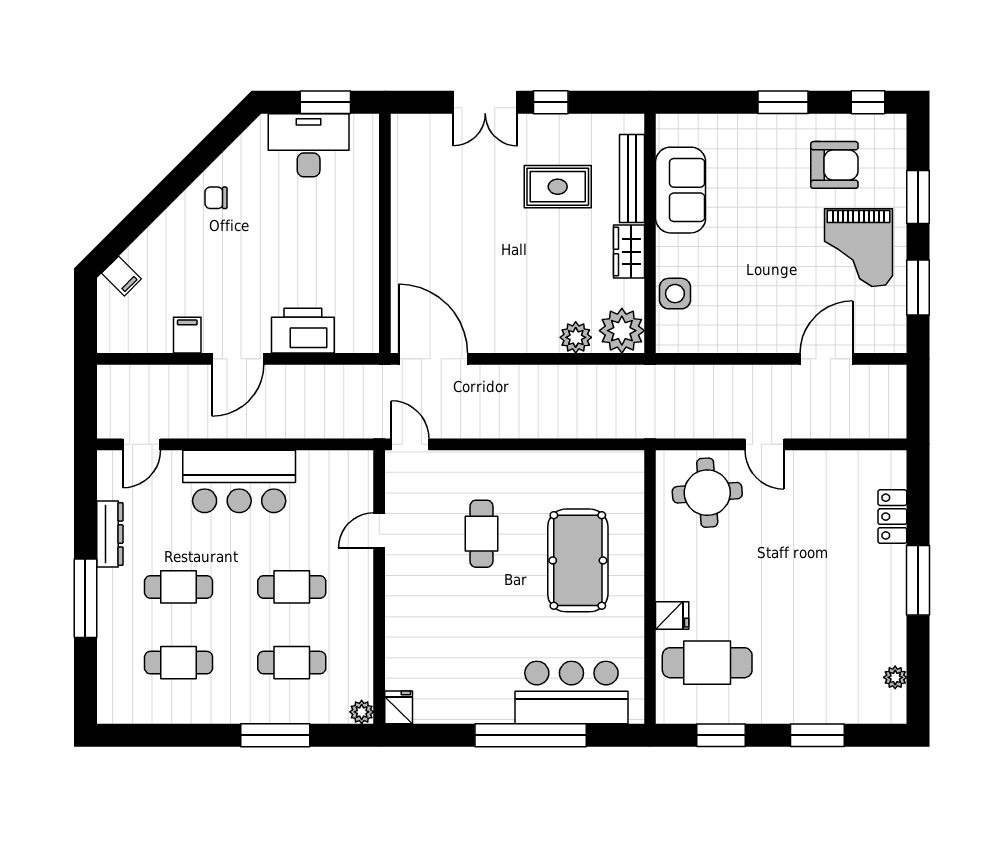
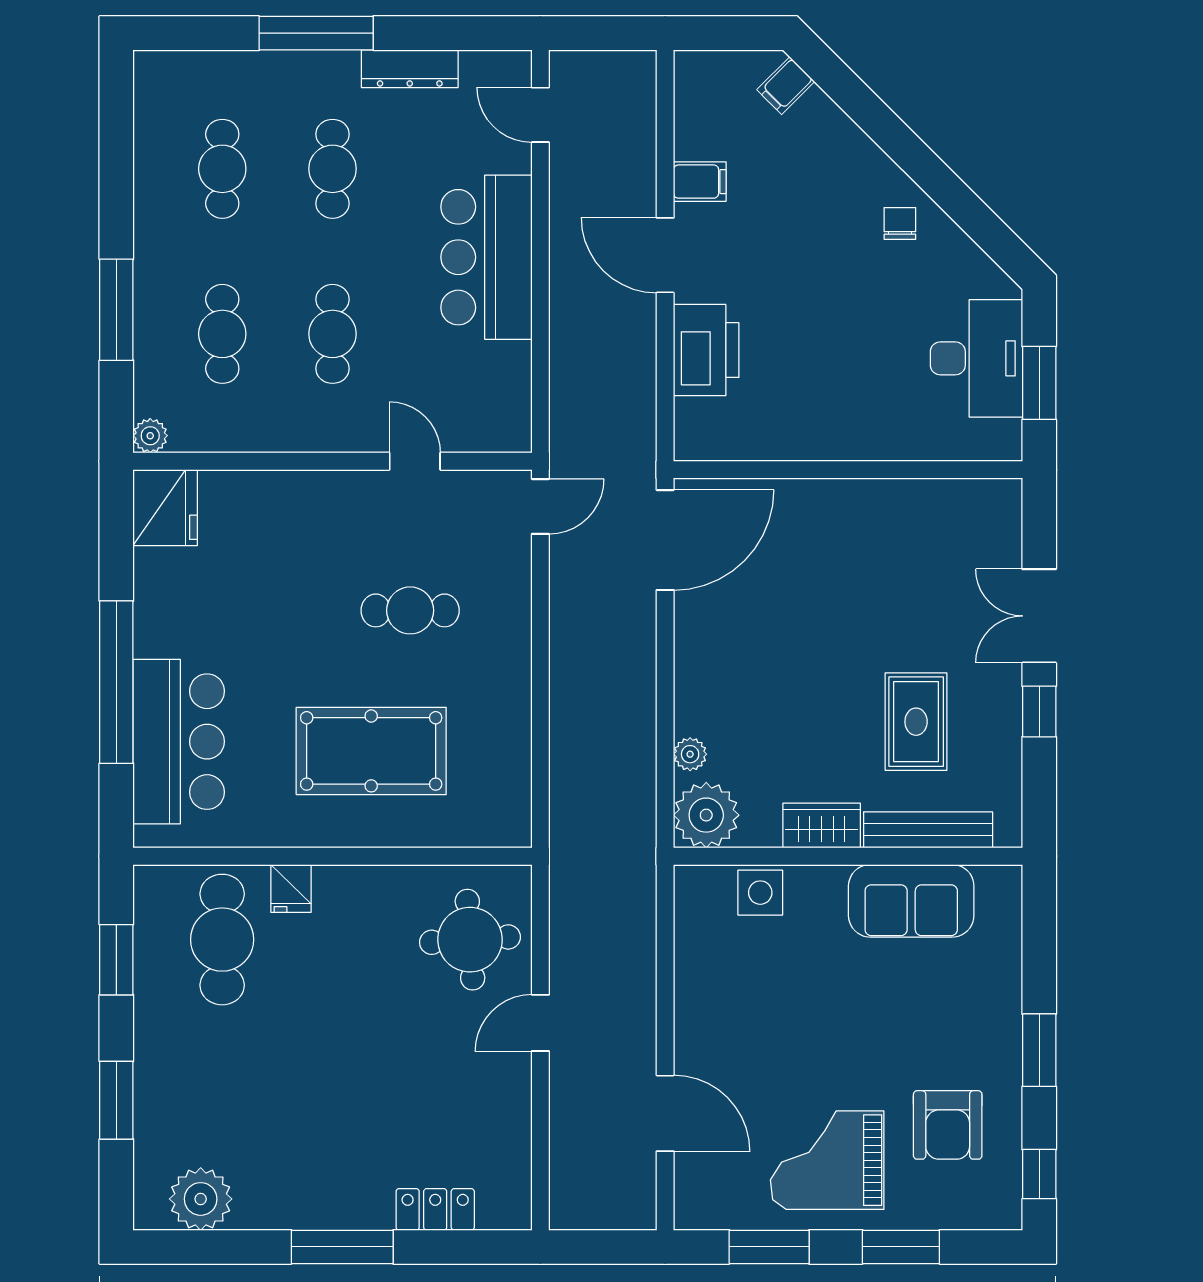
plant: (576, 337) -> (690, 754), width x0.73, depth x0.73
plant: (895, 677) -> (201, 1199), width x1.88, depth x1.88
fridge: (399, 707) -> (165, 508), width x1.88, depth x1.34

